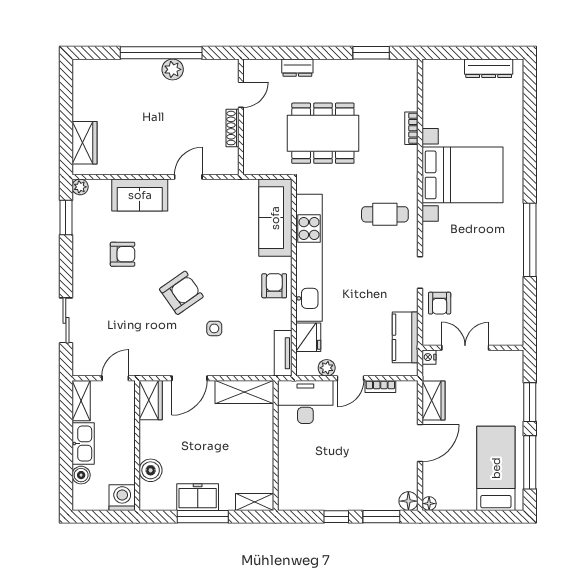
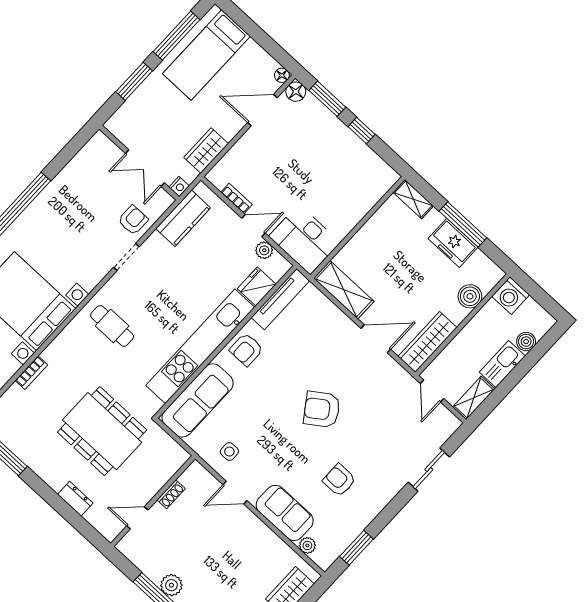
shoe rack: (232, 128) -> (171, 494), width x0.70
plant: (80, 187) -> (307, 545), moved
side table: (214, 328) -> (229, 452), moved
tv unit: (283, 353) -> (280, 299), width x1.41
door: (115, 378) -> (432, 391), hinge flipped
wardrobe: (151, 400) -> (427, 342), width x1.50
door: (420, 443) -> (262, 110), moved

